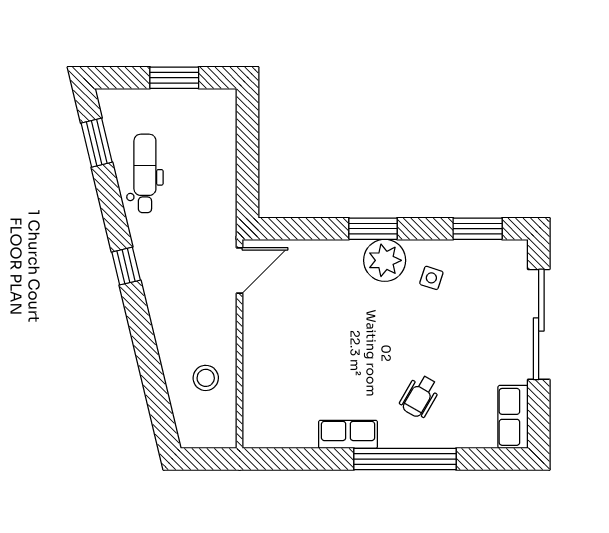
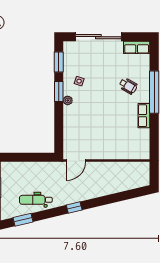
window: (373, 229) -> (59, 92), moved
plant: (385, 260) -> (68, 100), width x0.53, depth x0.53
door: (240, 271) -> (76, 161), swing flipped
stool: (206, 378) -> (121, 175), removed

